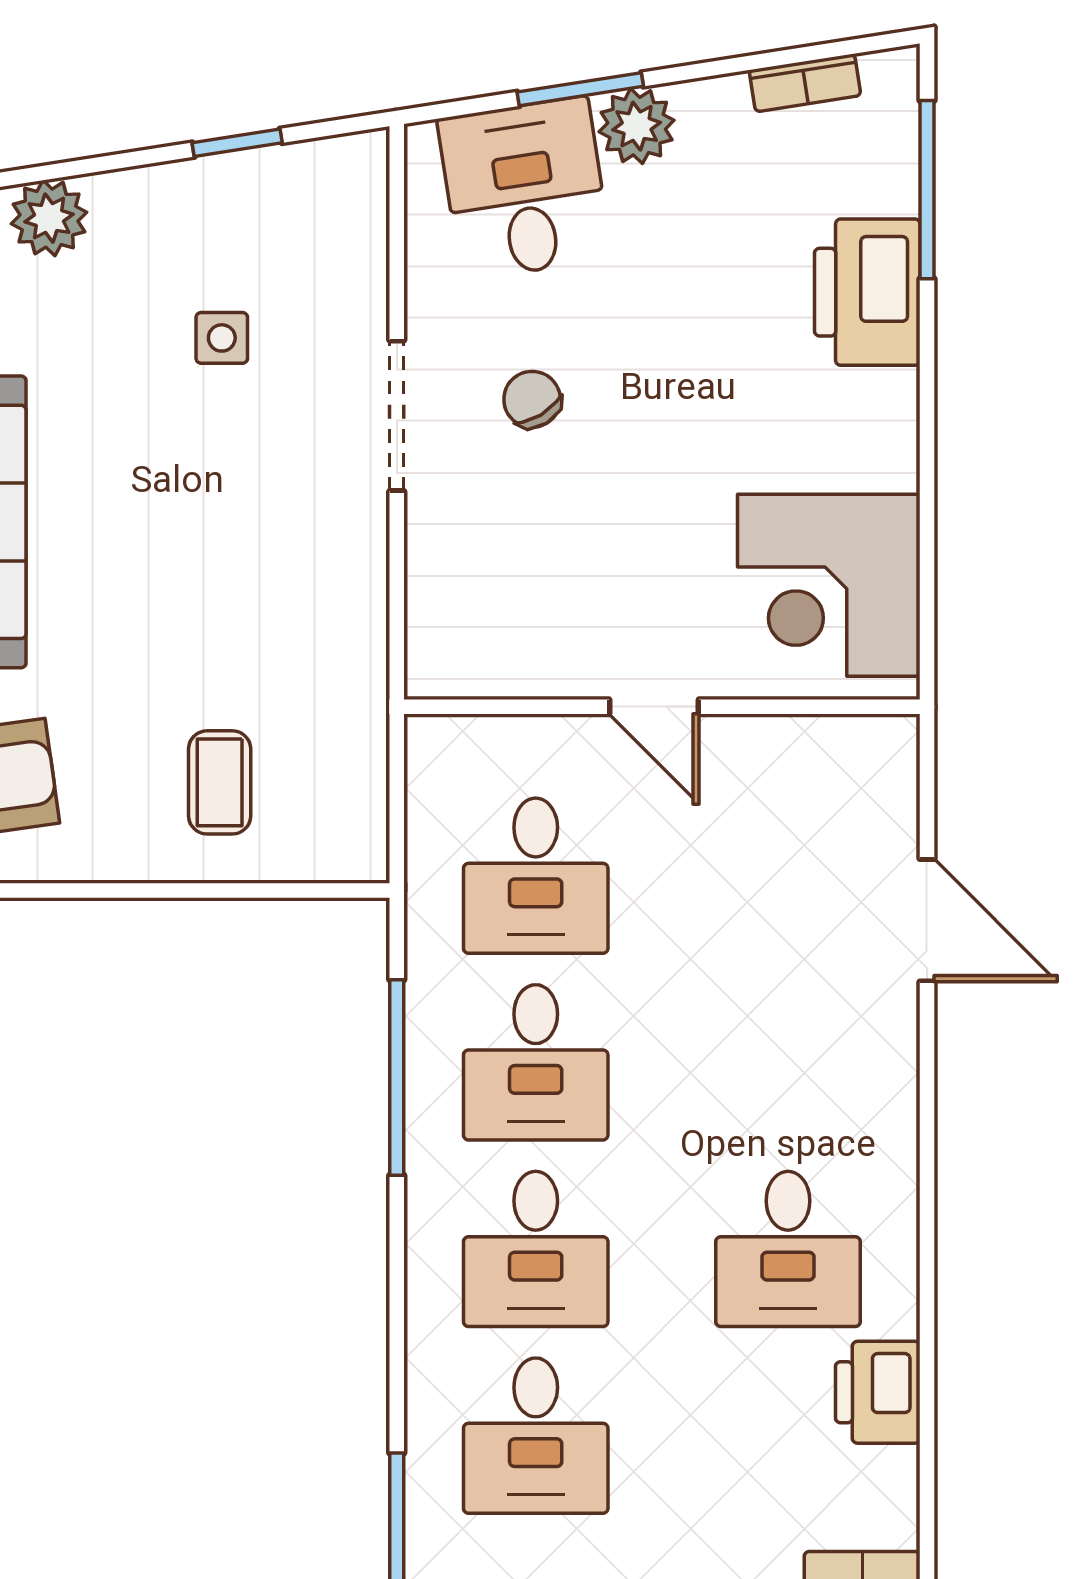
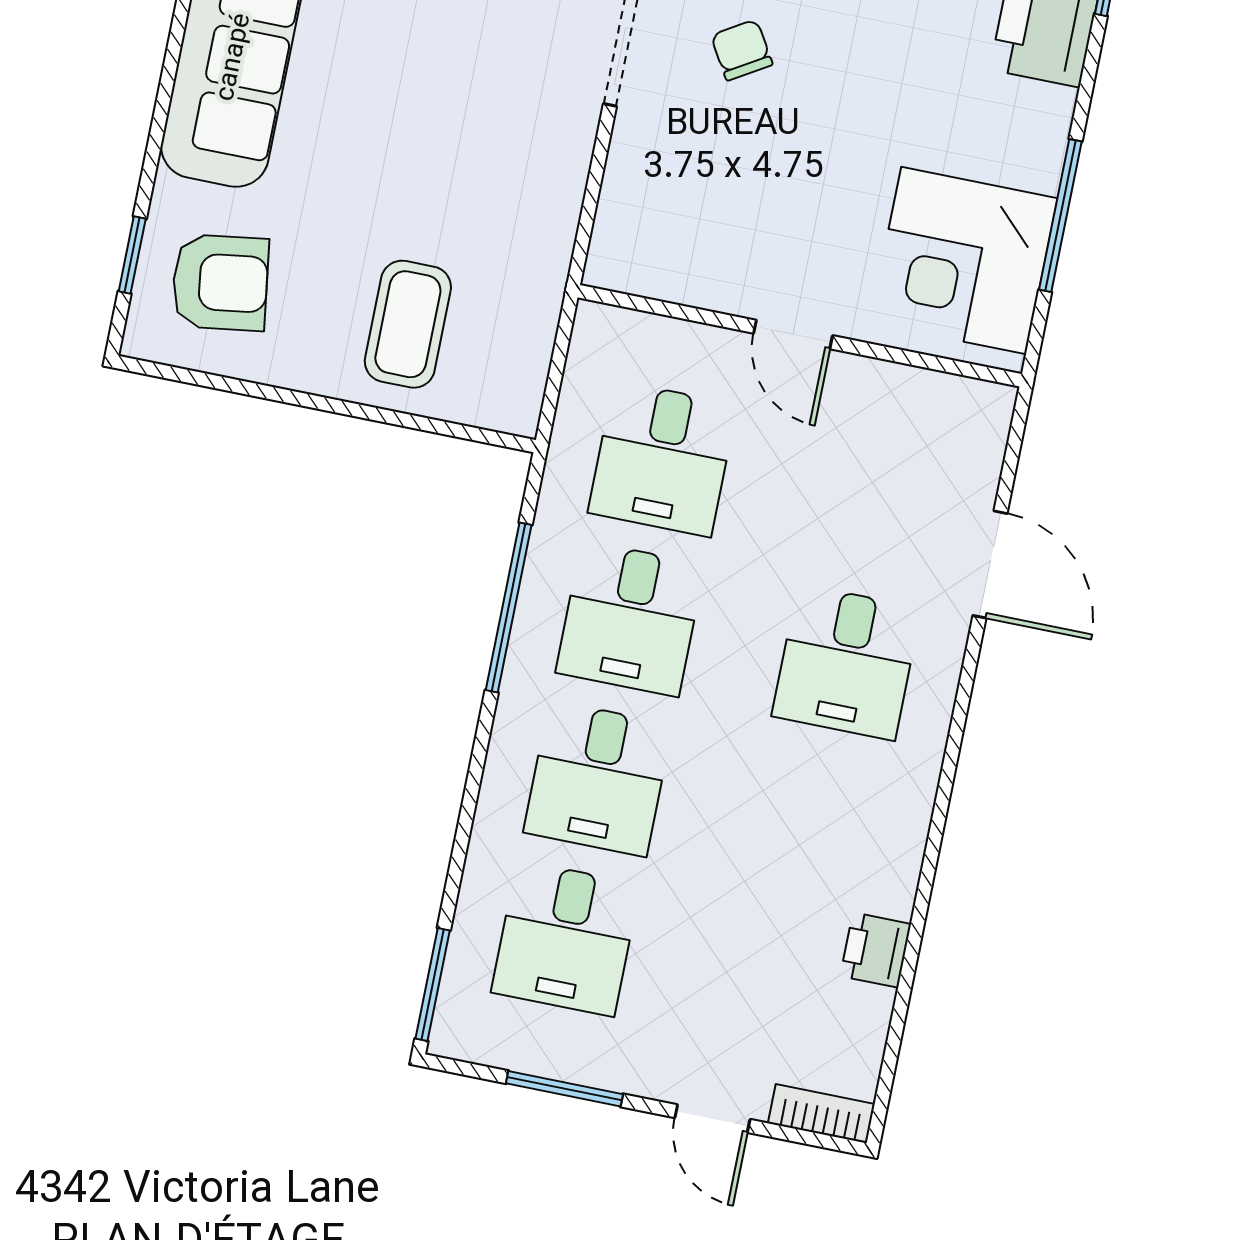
window: (927, 513) -> (1060, 216), added
coffee table: (220, 782) -> (408, 324), width x1.36, depth x1.30
desk: (788, 1249) -> (846, 662), moved
printer: (878, 1392) -> (876, 950), width x0.73, depth x0.81

